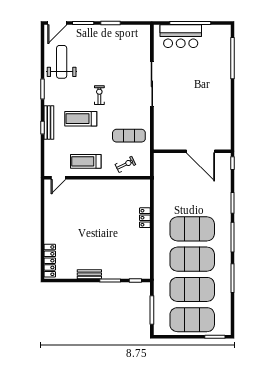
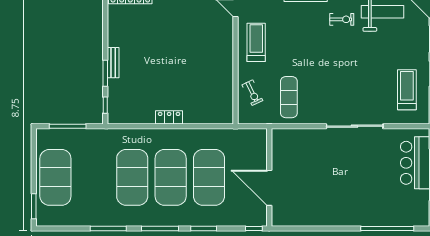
exercise bike: (99, 95) -> (342, 19), moved
treadmill: (81, 119) -> (407, 90), moved
door: (200, 151) -> (269, 188), hinge flipped
locker: (145, 218) -> (169, 117), moved
bench: (89, 274) -> (113, 63), moved
exercise mat: (192, 289) -> (209, 177), moved

